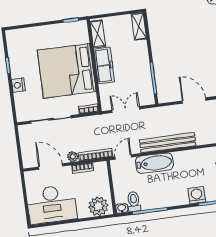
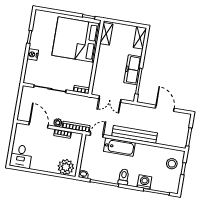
freezer: (104, 65) -> (133, 70), moved, turned 180
bed: (67, 71) -> (76, 40), moved
double door: (126, 110) -> (110, 99), swing flipped
toilet: (134, 202) -> (124, 177), moved
desk: (52, 204) -> (21, 156), width x0.53, depth x0.77

